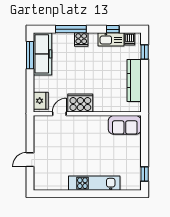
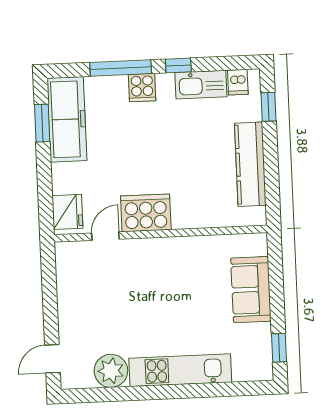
window: (113, 29) -> (178, 65), moved
window: (30, 55) -> (42, 123), width x0.69
sofa: (125, 125) -> (251, 290), moved, turned 90
door: (30, 160) -> (52, 359), moved
plant: (59, 182) -> (111, 371), added

